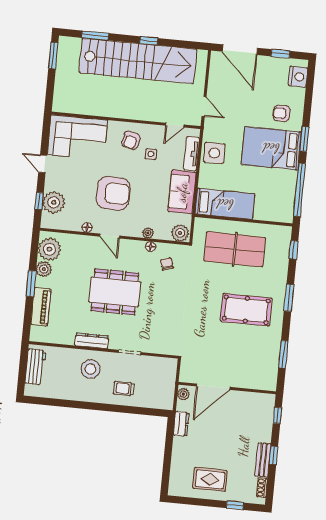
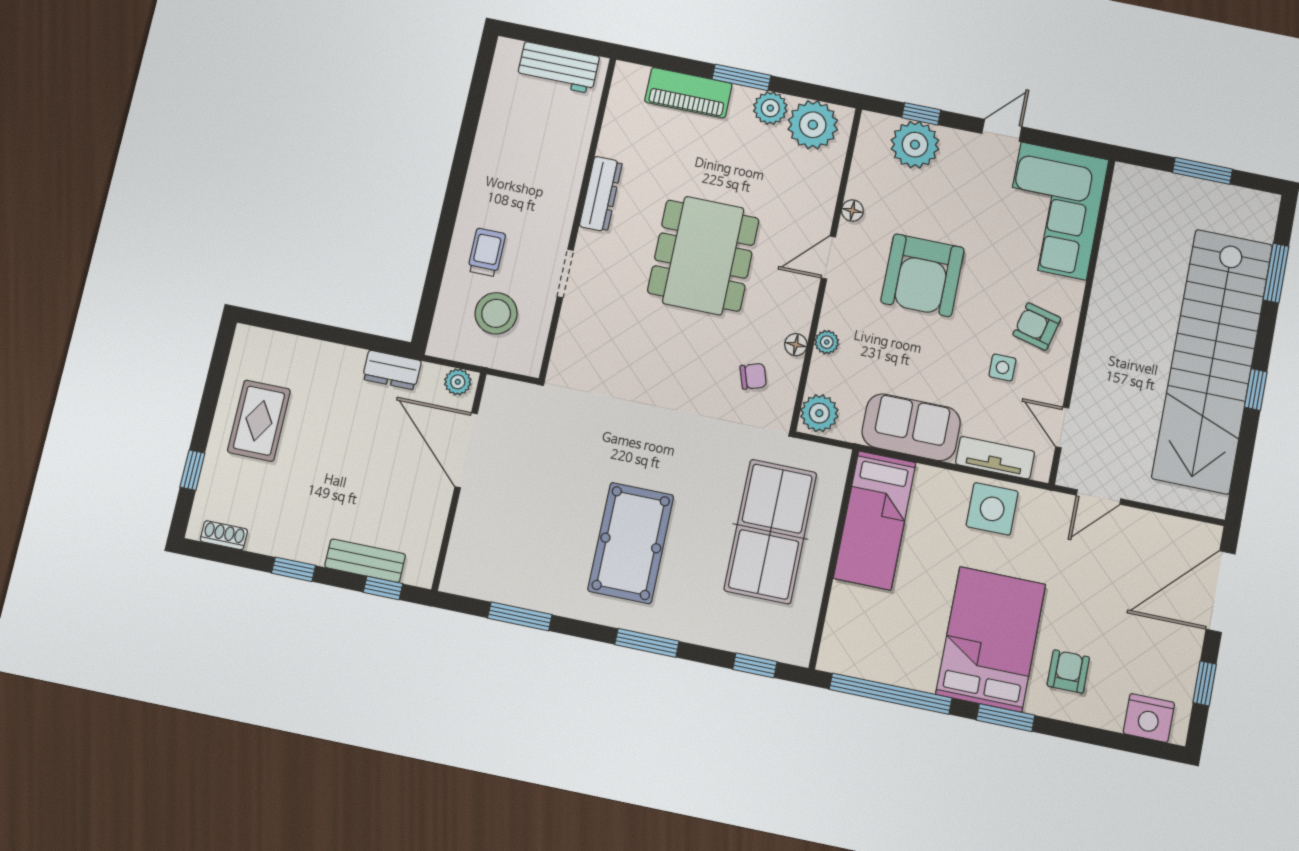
window: (53, 56) -> (1202, 171), moved
stool: (91, 369) -> (496, 313), moved
bench: (263, 460) -> (365, 561), moved

